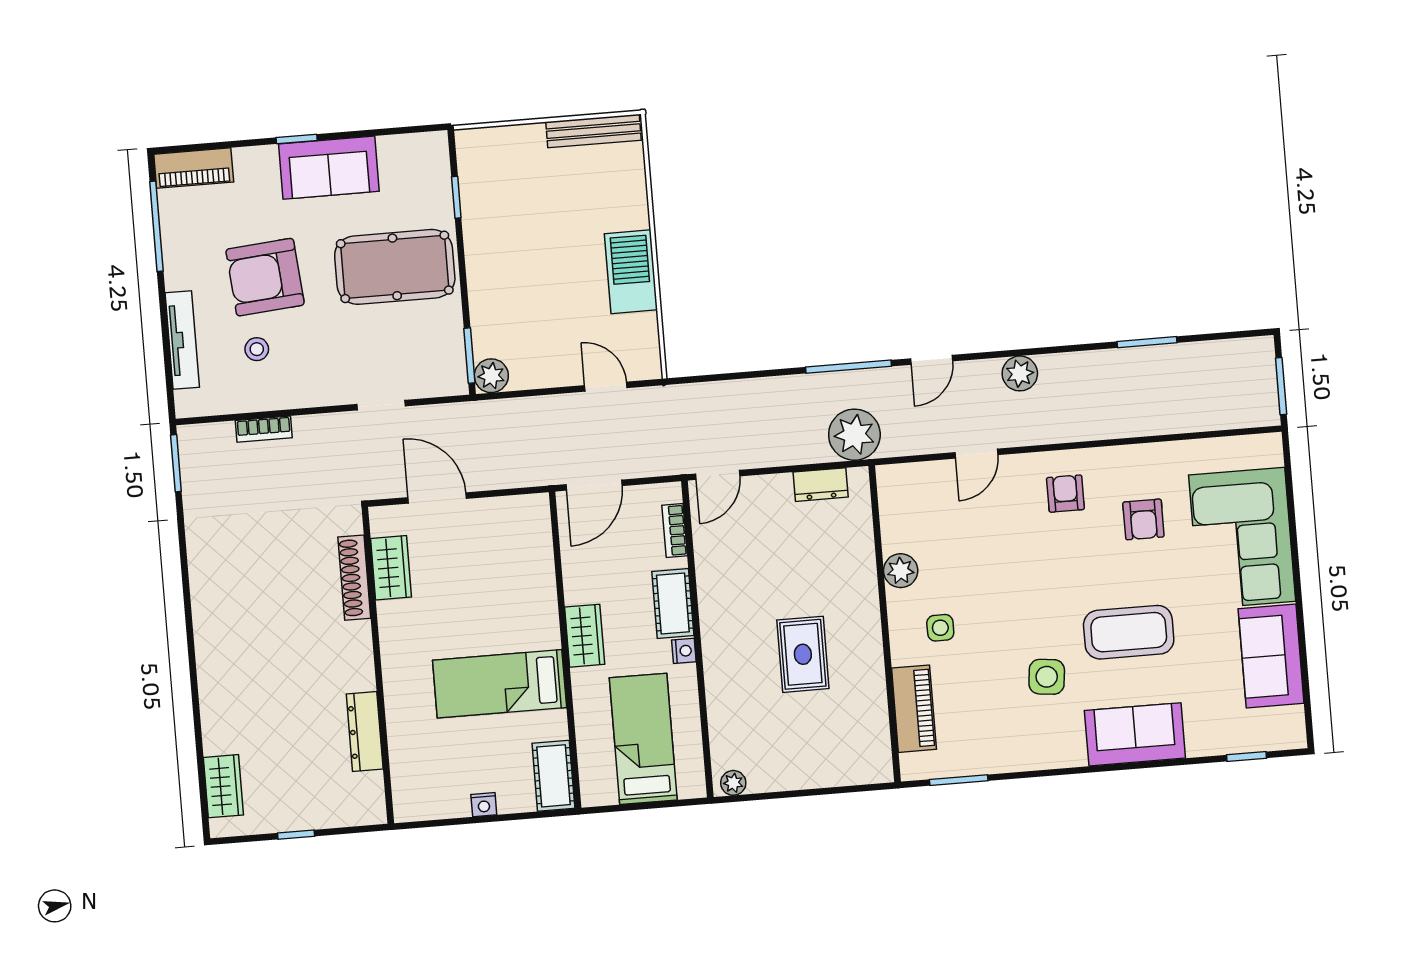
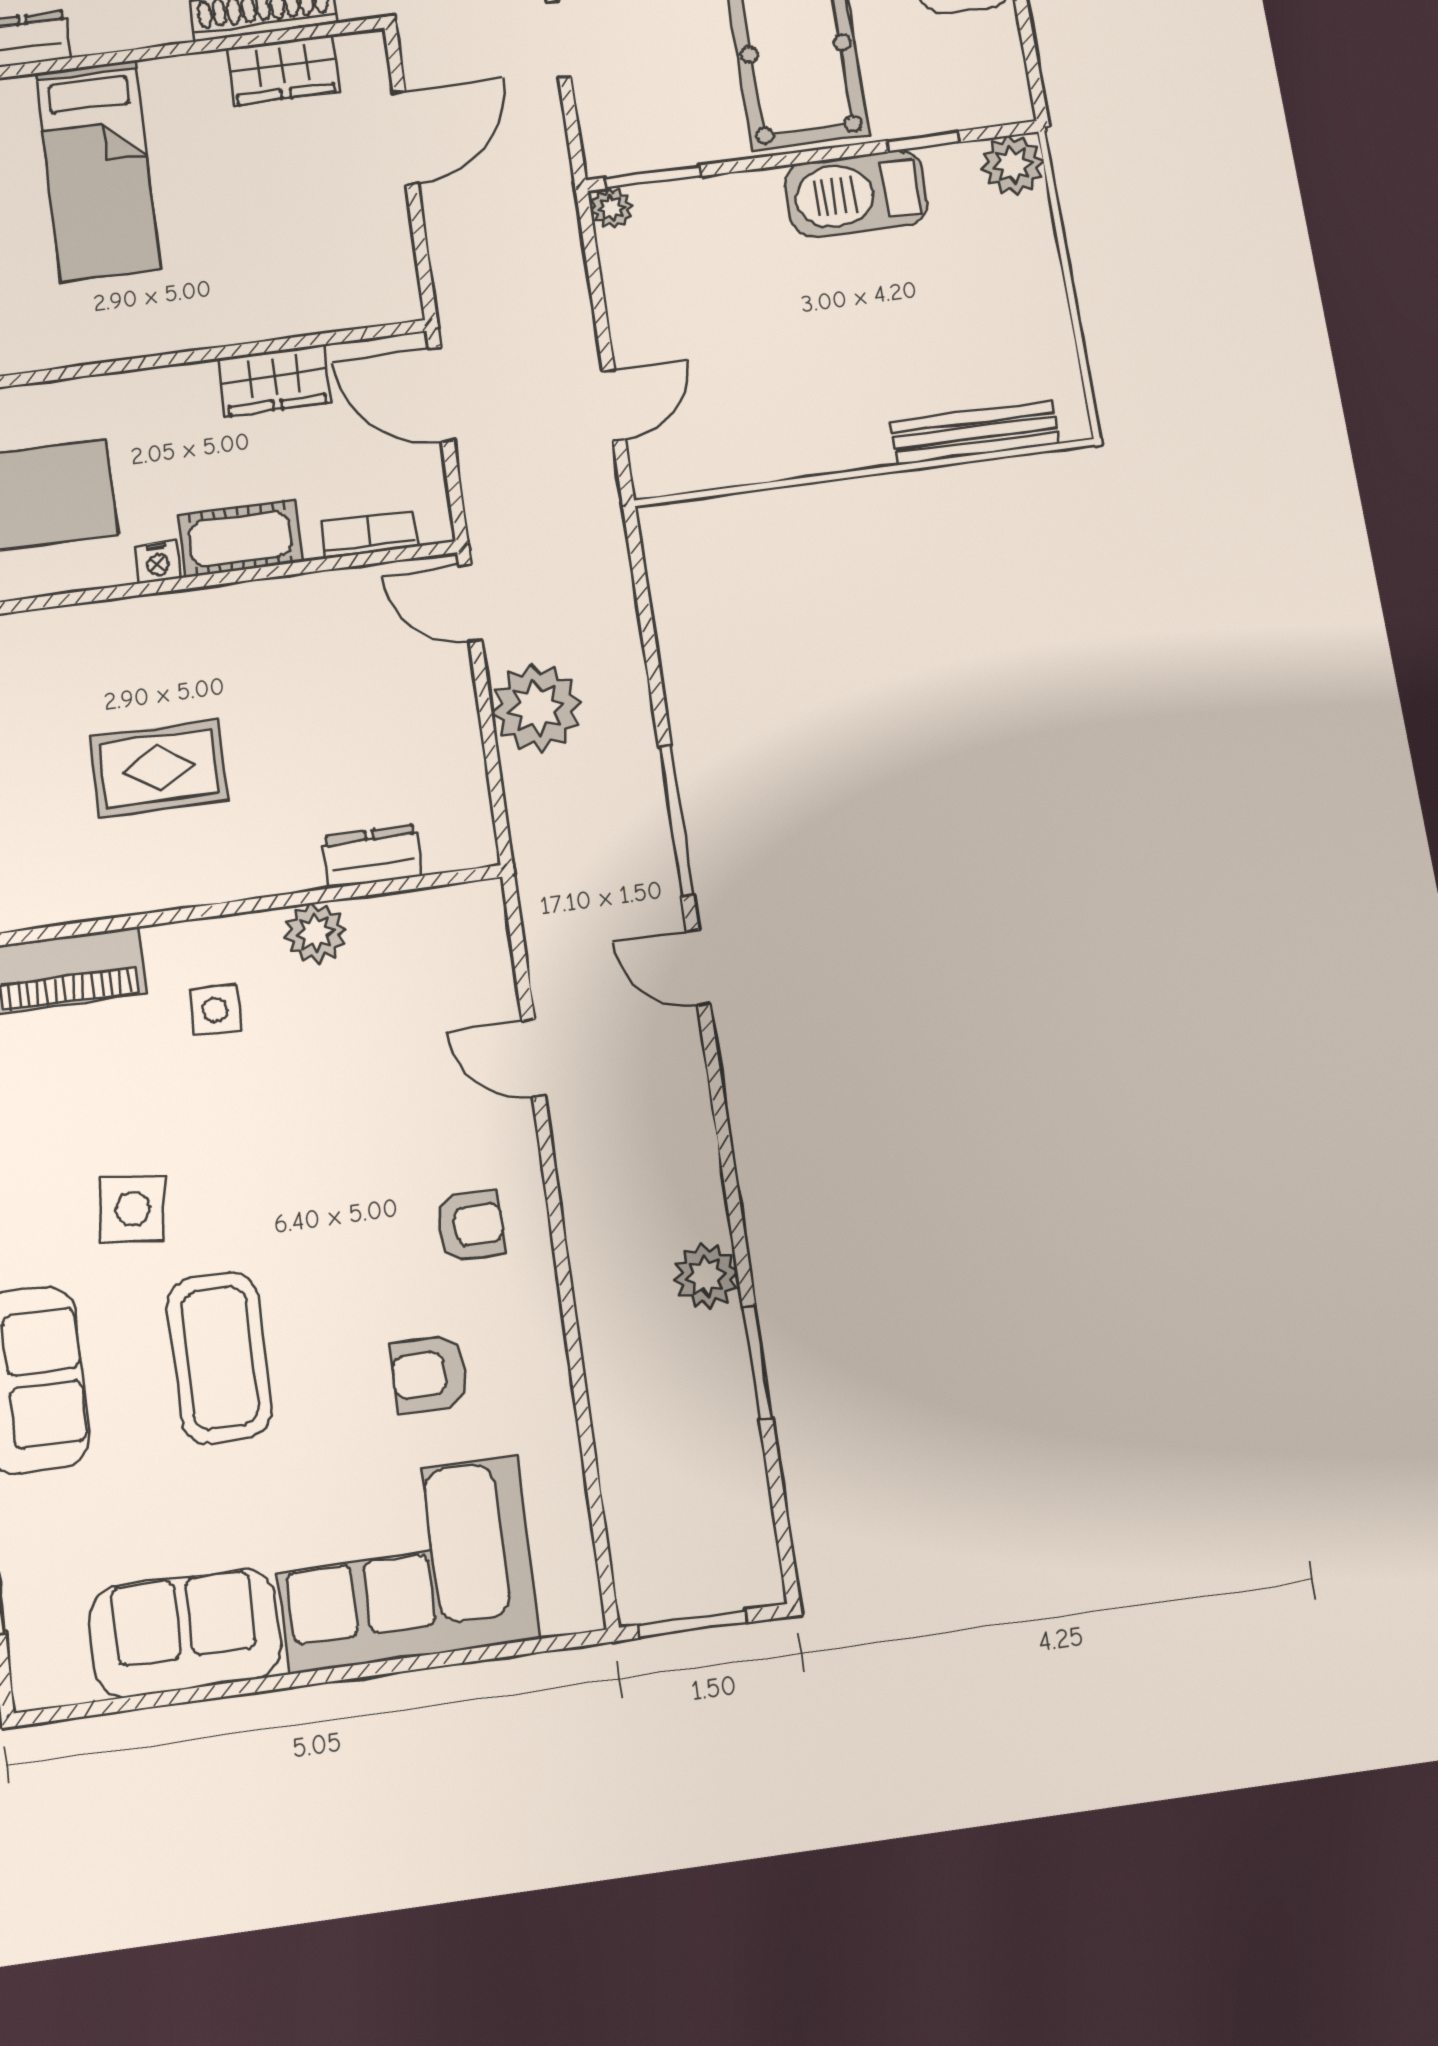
bench: (594, 131) -> (975, 433), moved, turned 90
plant: (474, 146) -> (1013, 165), added
barbecue: (631, 272) -> (856, 194), moved, turned 180
plant: (1020, 373) -> (706, 1276), moved
plant: (491, 376) -> (611, 208), width x0.73, depth x0.73
plant: (854, 435) -> (537, 708), moved
dresser: (821, 485) -> (372, 856), moved, turned 90
wardrobe: (585, 636) -> (274, 380), moved
bed: (500, 684) -> (98, 170), moved, turned 180

